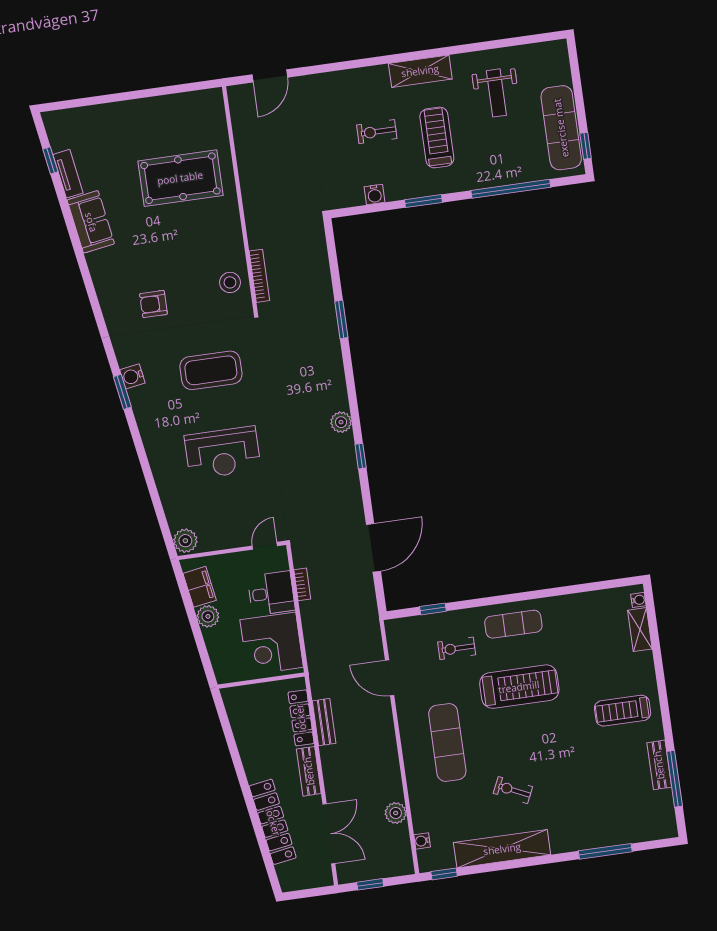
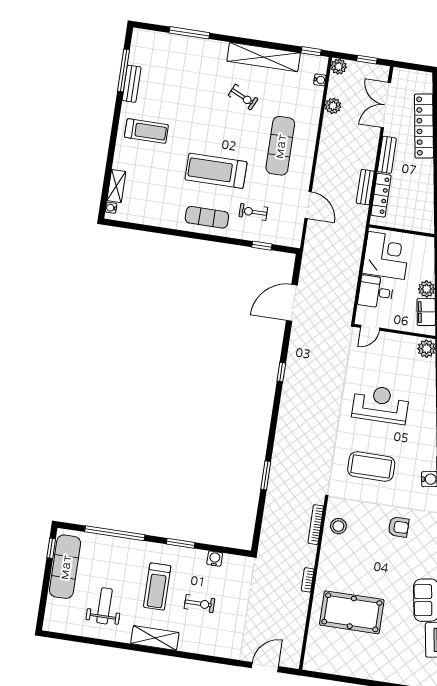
plant: (341, 422) -> (339, 67), moved
bookcase: (302, 584) -> (308, 580), moved
exercise bike: (457, 648) -> (253, 212), turned 180

